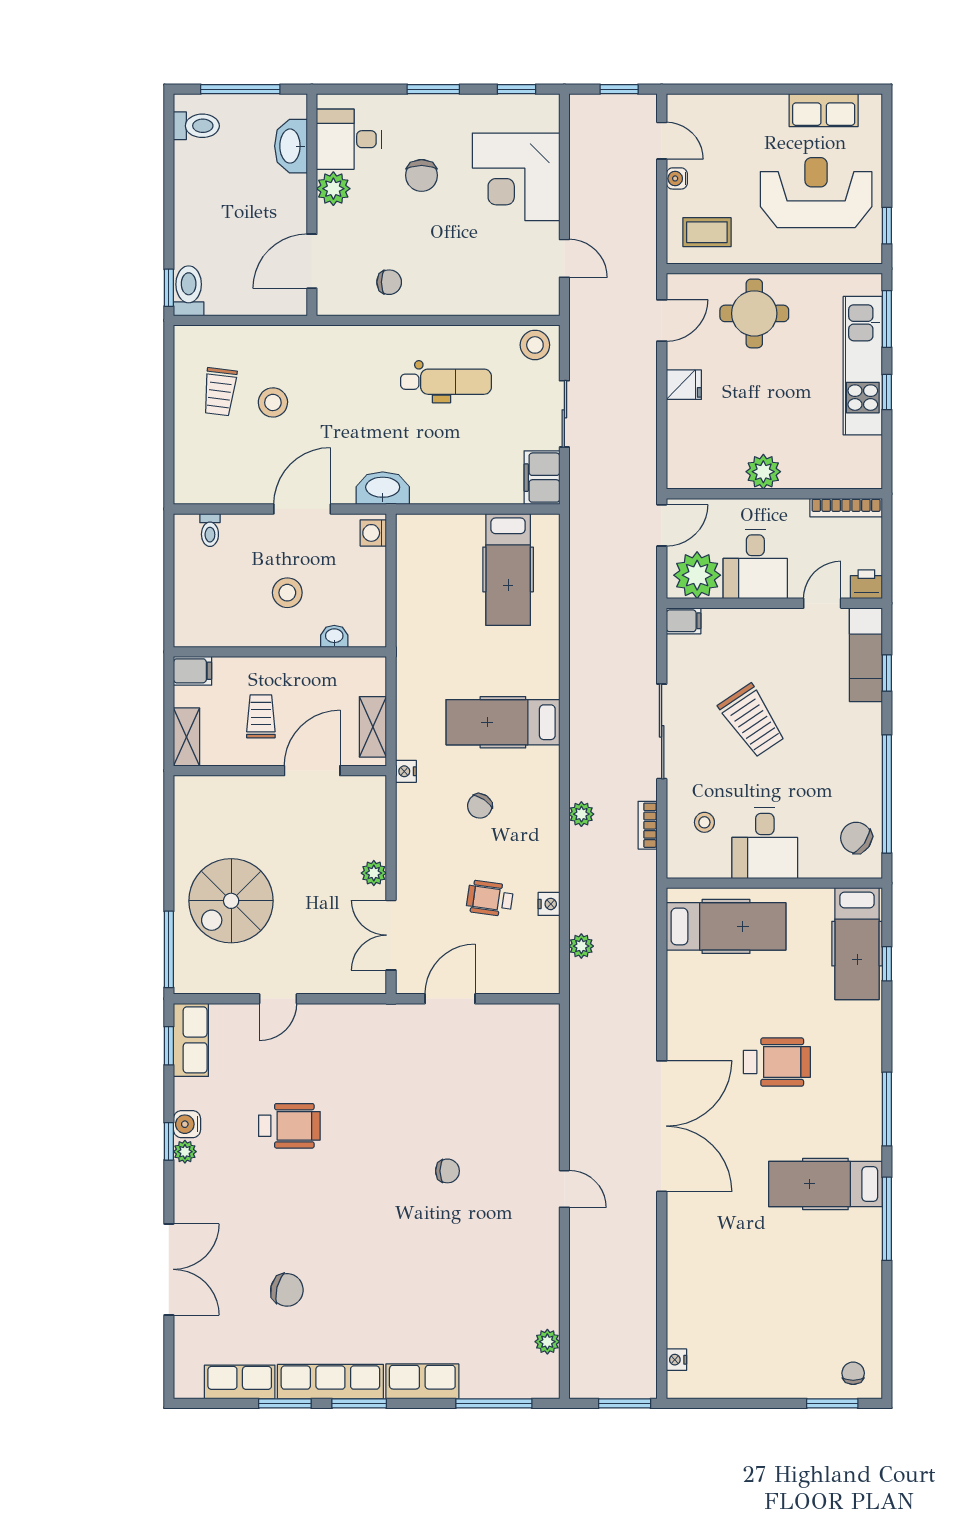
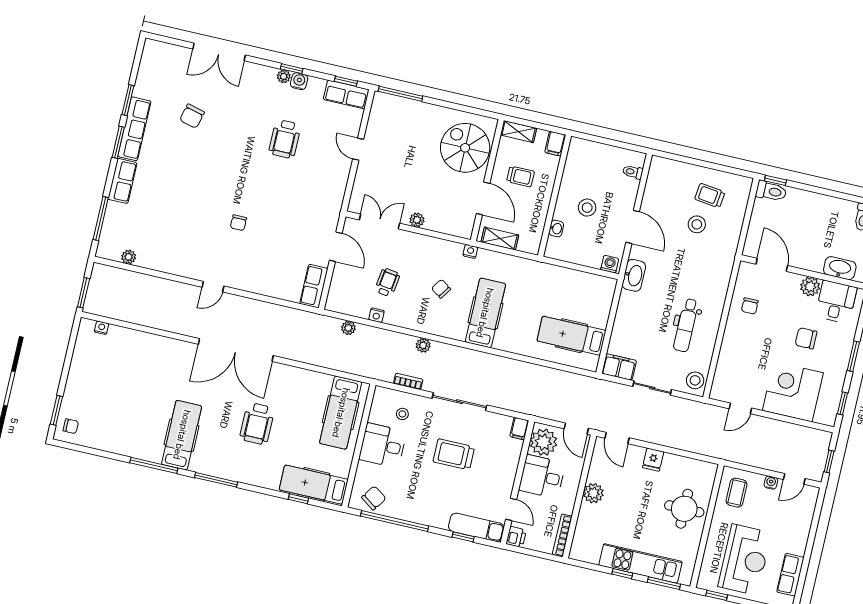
door: (662, 321) -> (617, 438), moved
trolley: (752, 721) -> (454, 454), turned 34
spiral stairs: (231, 901) -> (465, 148), moved
row of seats: (240, 1382) -> (314, 286), moved, turned 180

